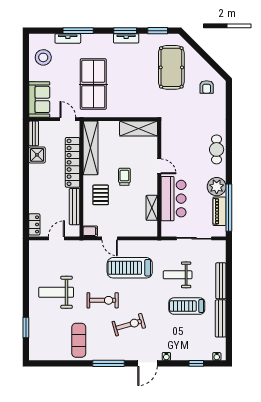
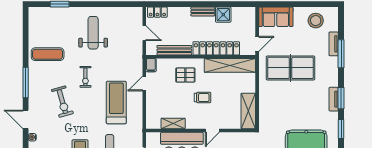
bench: (34, 133) -> (203, 11), moved
exercise bike: (103, 300) -> (85, 77), width x0.73, depth x0.72

